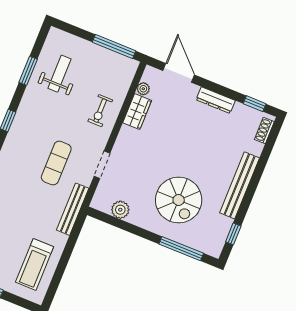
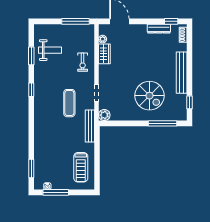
weight bench: (59, 74) -> (50, 50), turned 90
dresser: (216, 100) -> (159, 29), moved
plant: (120, 210) -> (104, 115), moved

